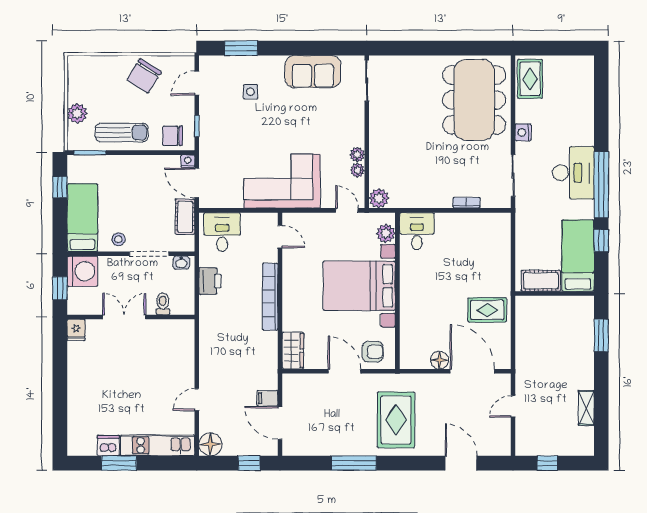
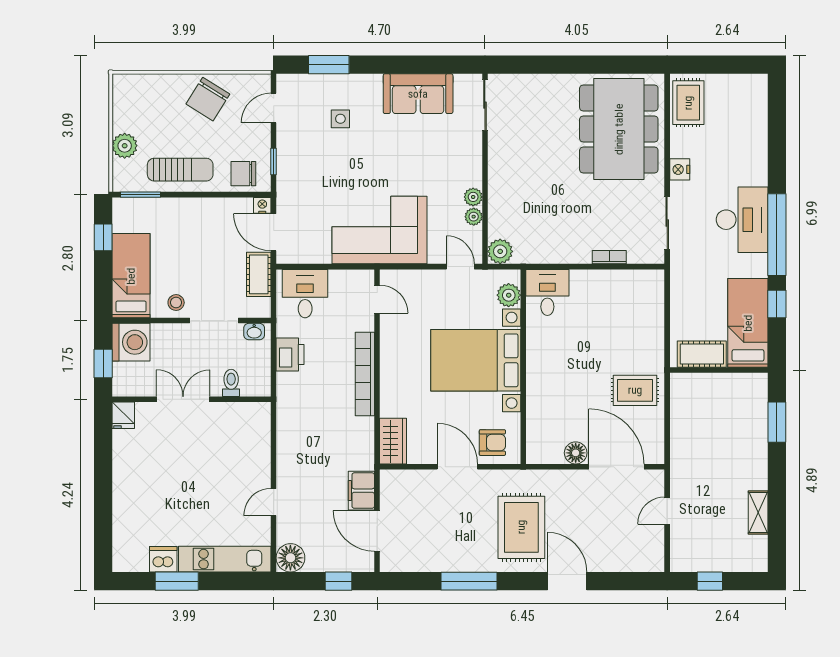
filing cabinet: (267, 398) -> (361, 491), width x2.00
door: (461, 463) -> (567, 581), moved

